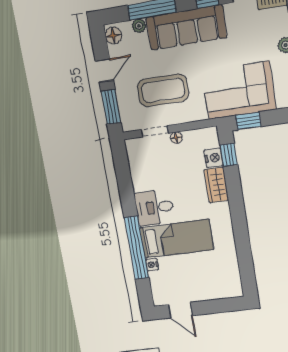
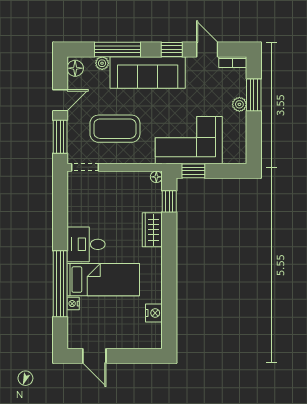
doorway: (155, 131) -> (85, 167), moved
floor lamp: (176, 138) -> (156, 177), moved
nightstand: (214, 158) -> (154, 313), moved

